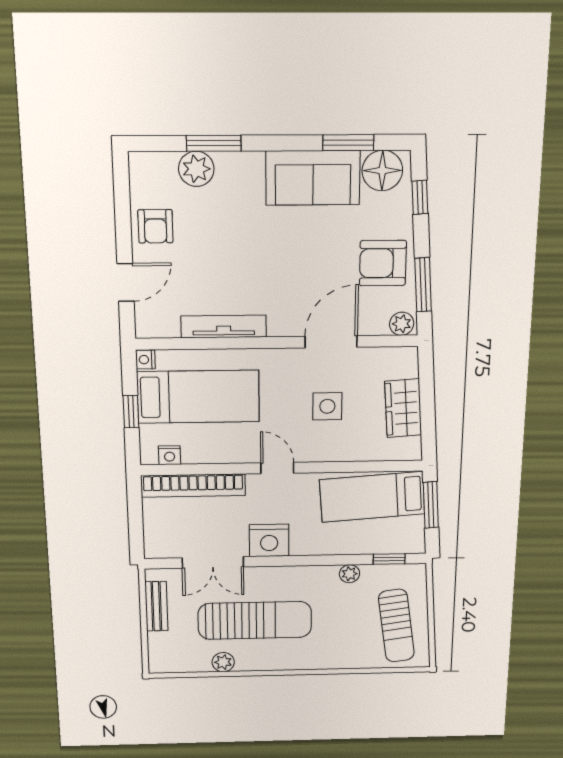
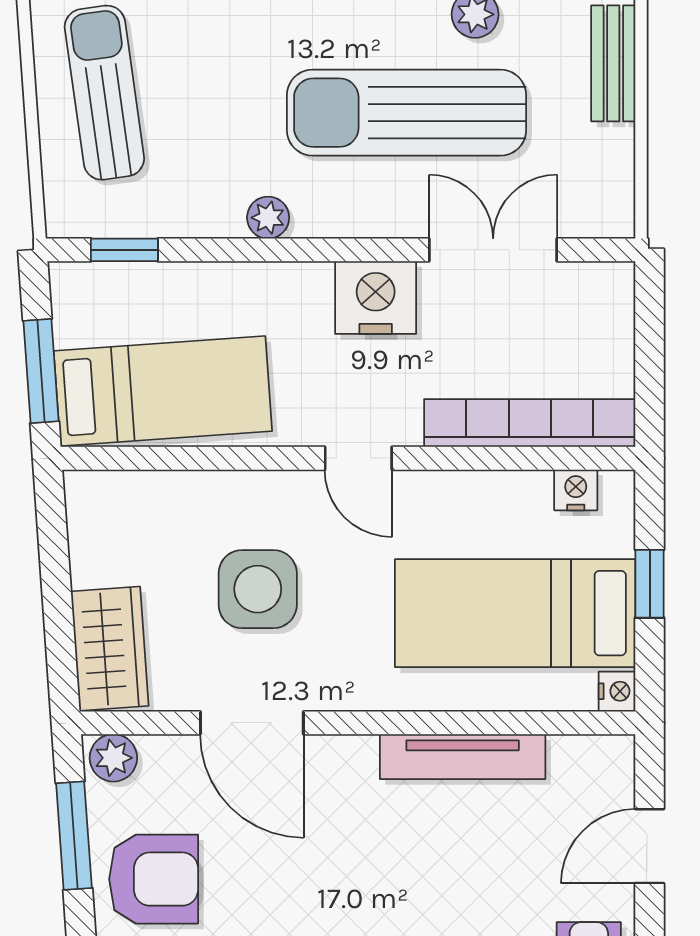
door: (331, 342) -> (252, 723), hinge flipped
side table: (327, 406) -> (258, 589), width x1.37, depth x1.37
wardrobe: (403, 408) -> (110, 649), moved
plant: (349, 574) -> (268, 218), moved
bench: (156, 606) -> (613, 63), moved

